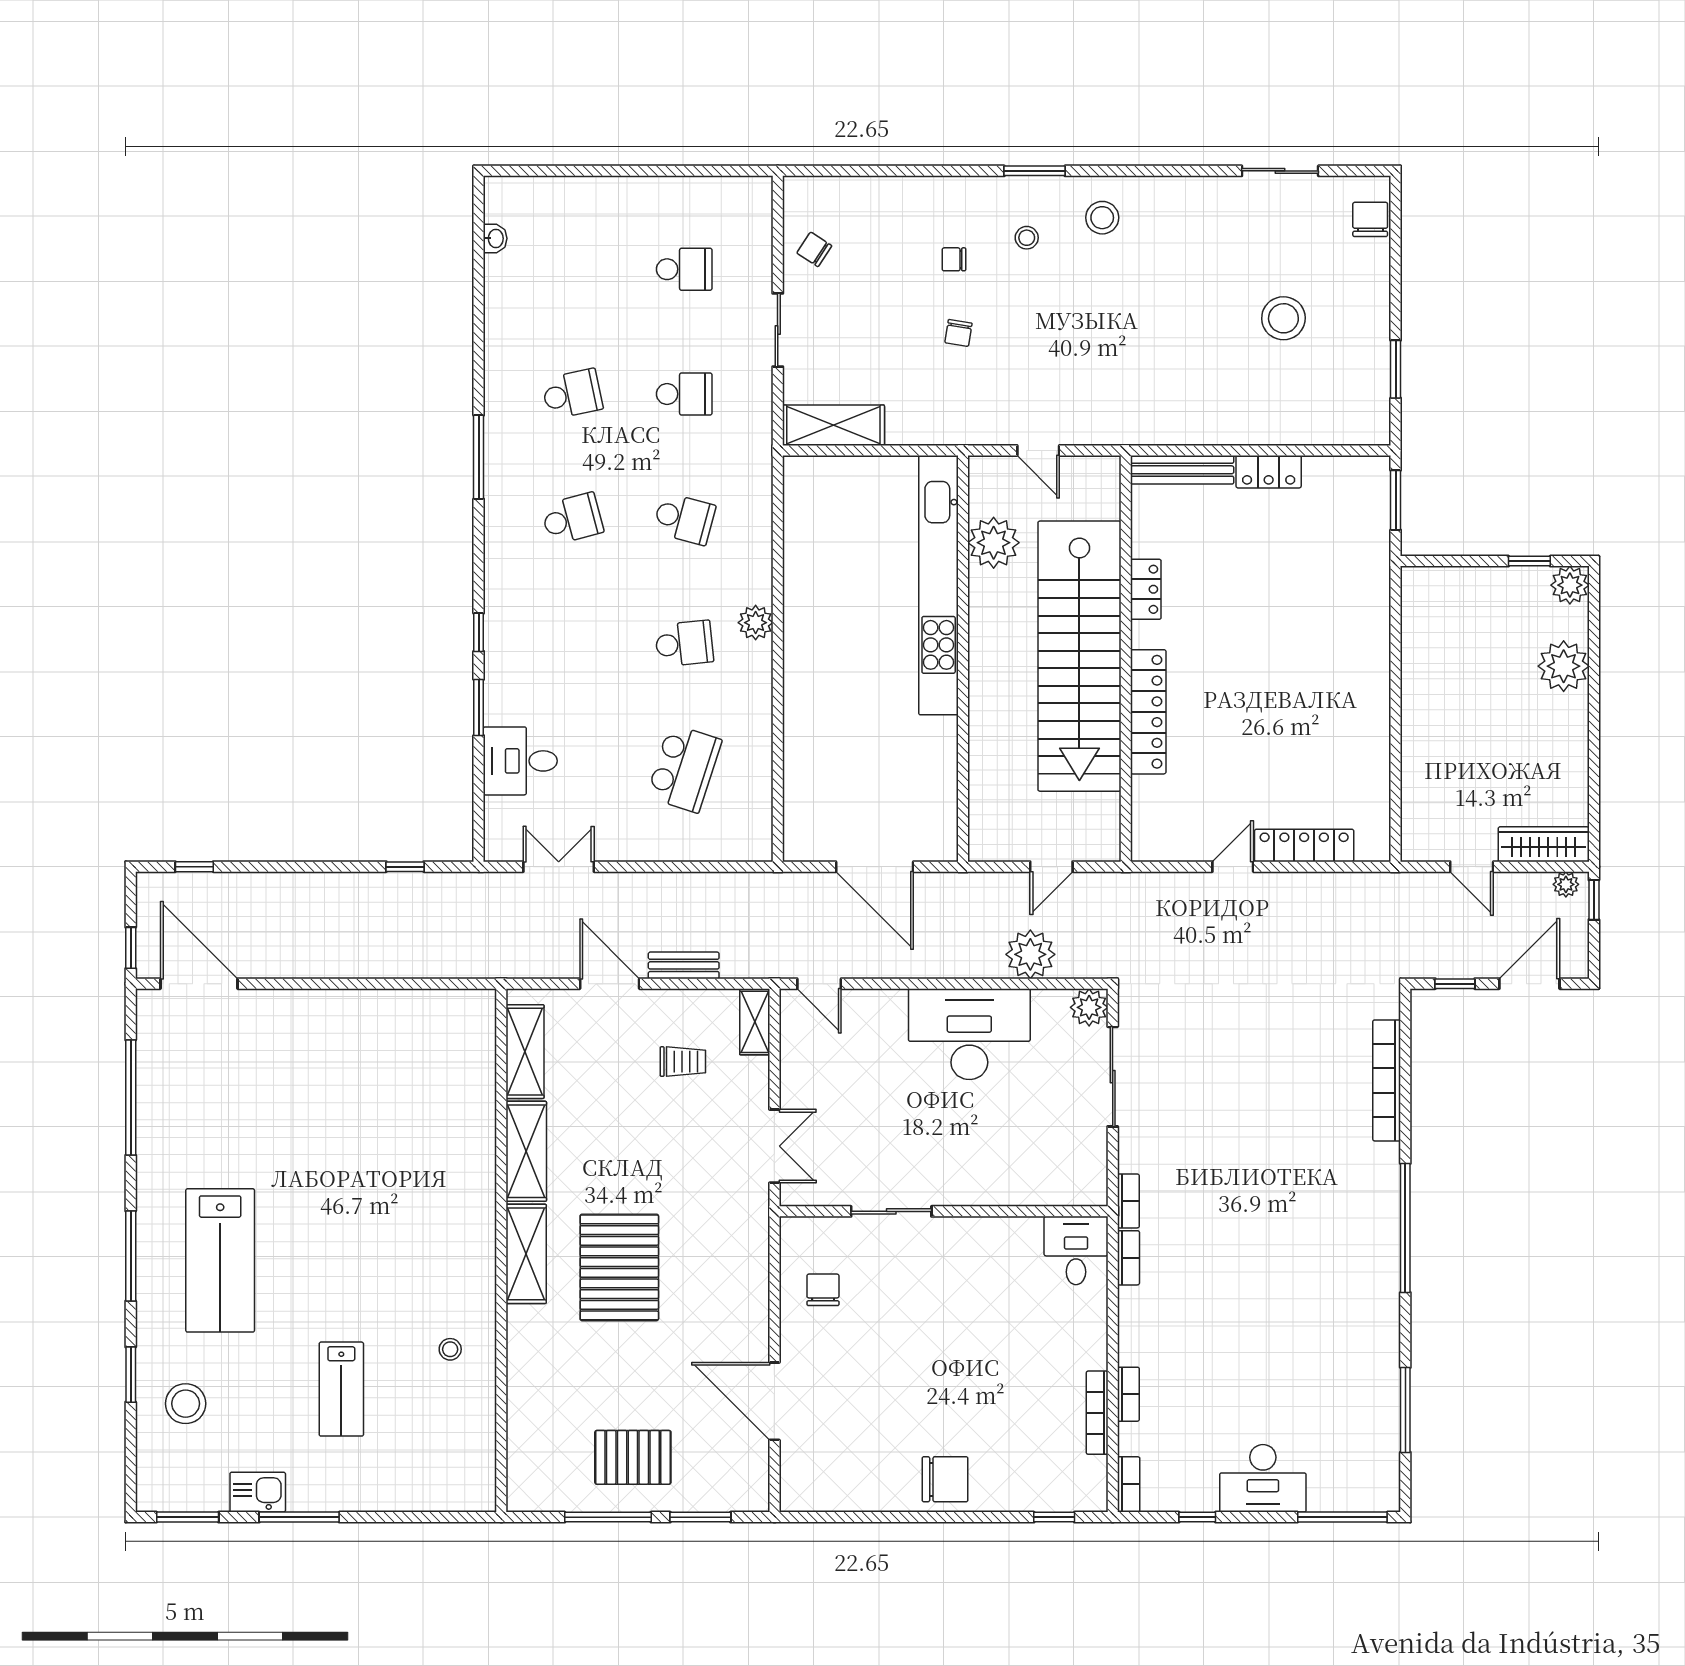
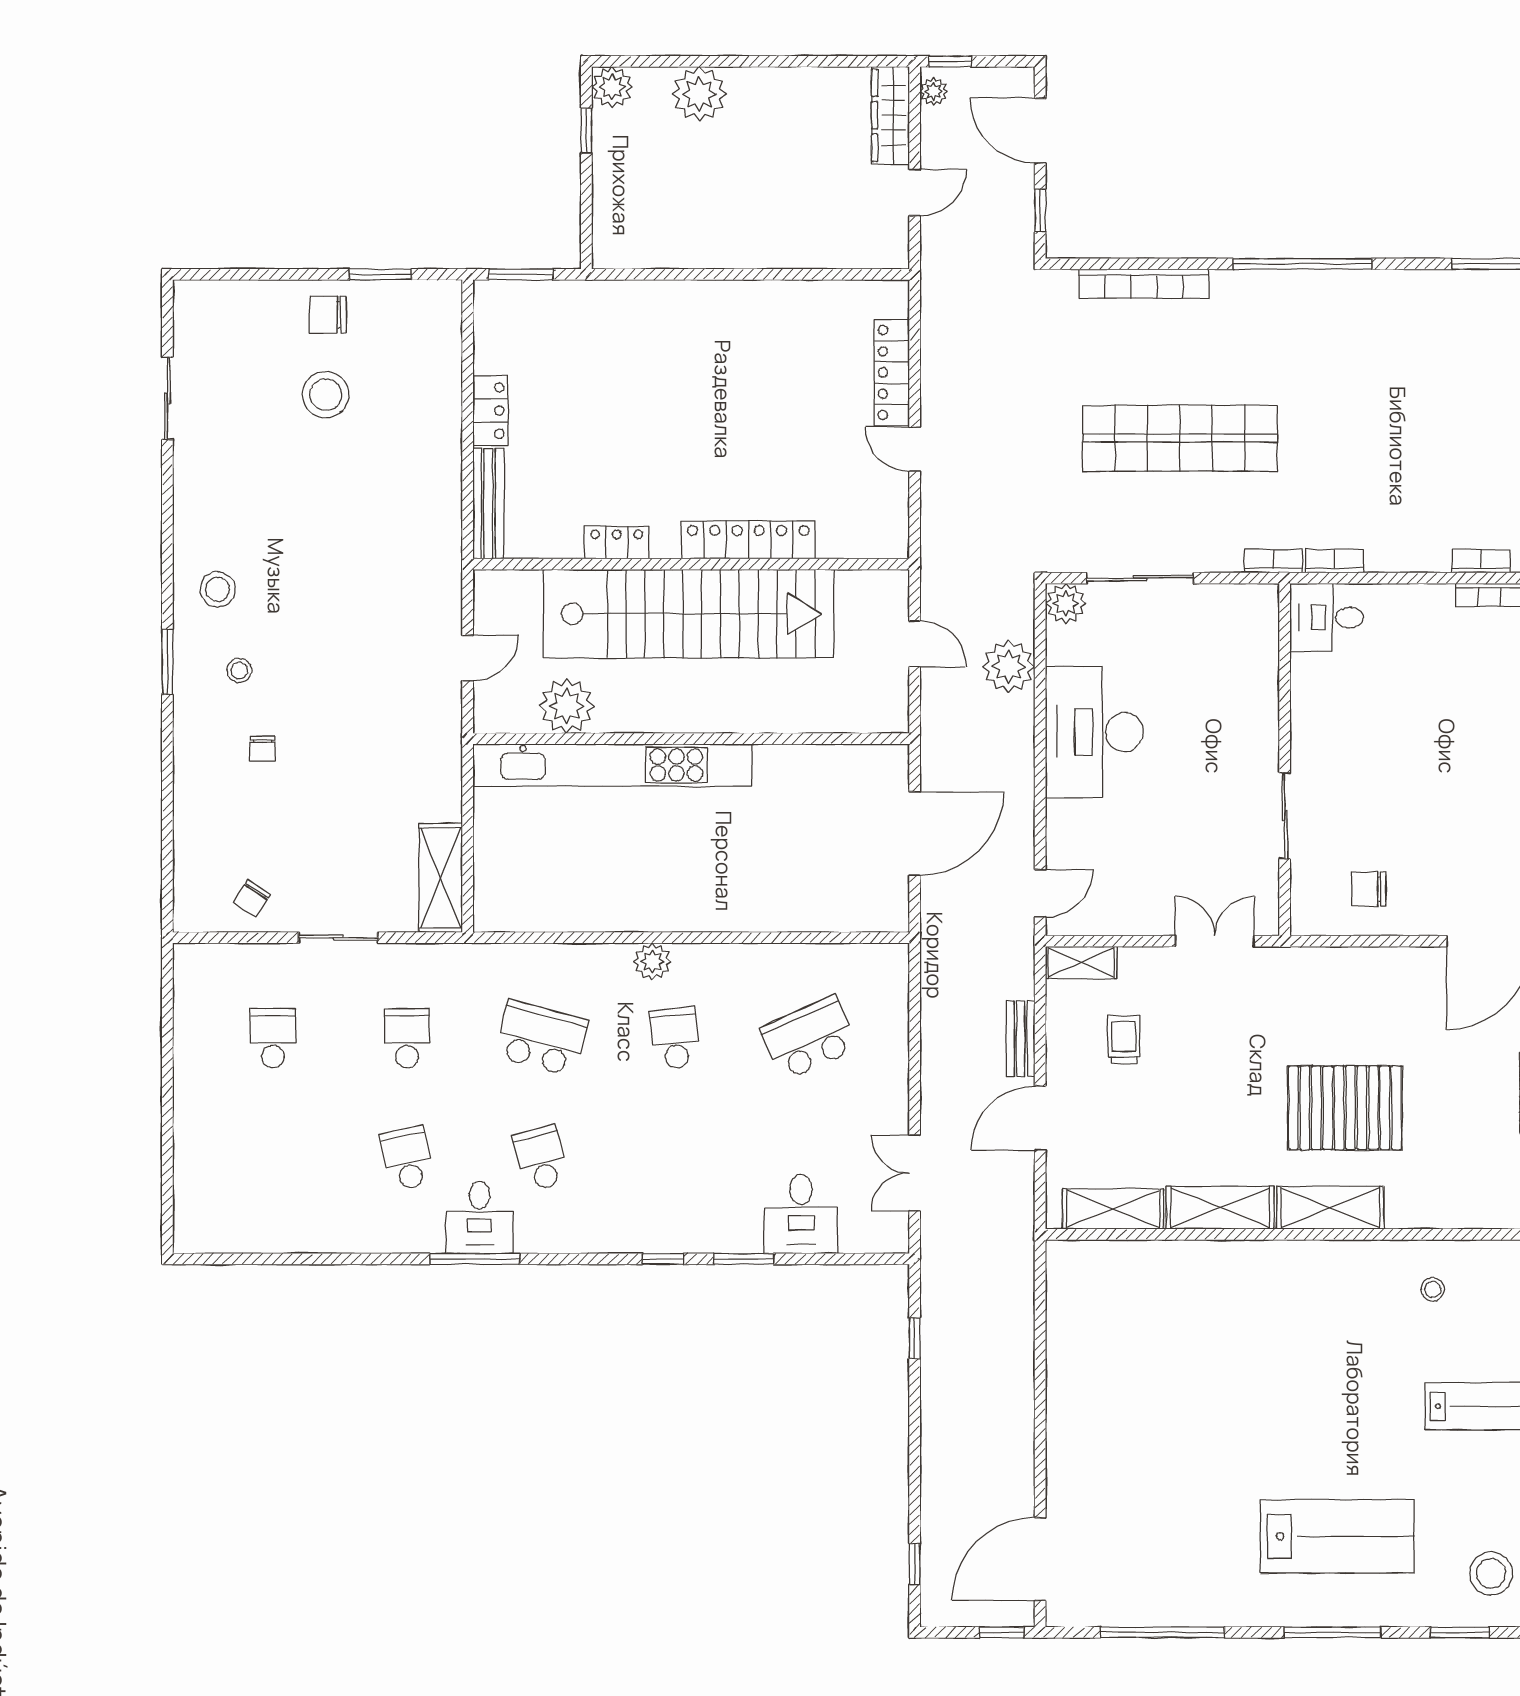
chair: (1370, 219) -> (328, 315), moved
washbasin: (495, 238) -> (240, 1241), removed
chair: (958, 333) -> (341, 744), removed
desk: (517, 462) -> (480, 1217), added
school desk: (684, 519) -> (541, 1038), width x1.85
school desk: (684, 768) -> (809, 1038), turned -42
shop shelf: (1243, 1114) -> (1180, 438), added

